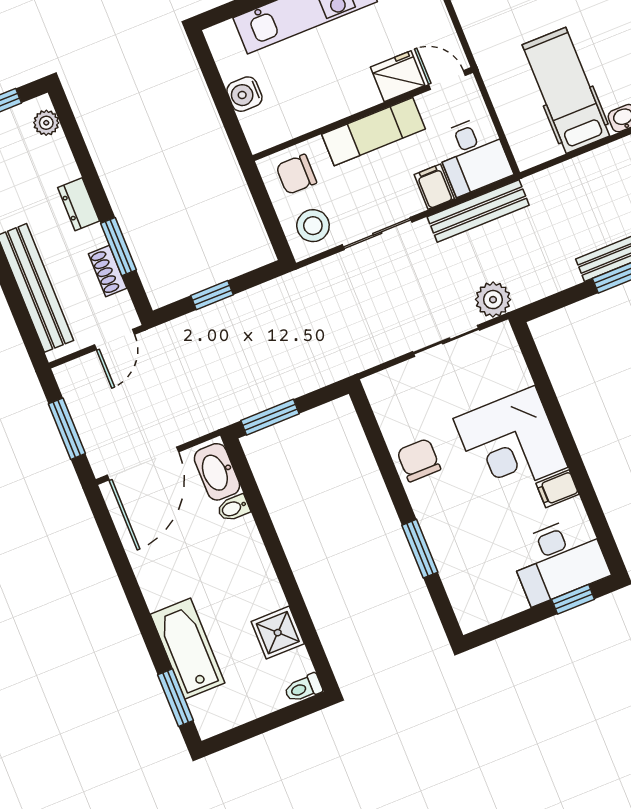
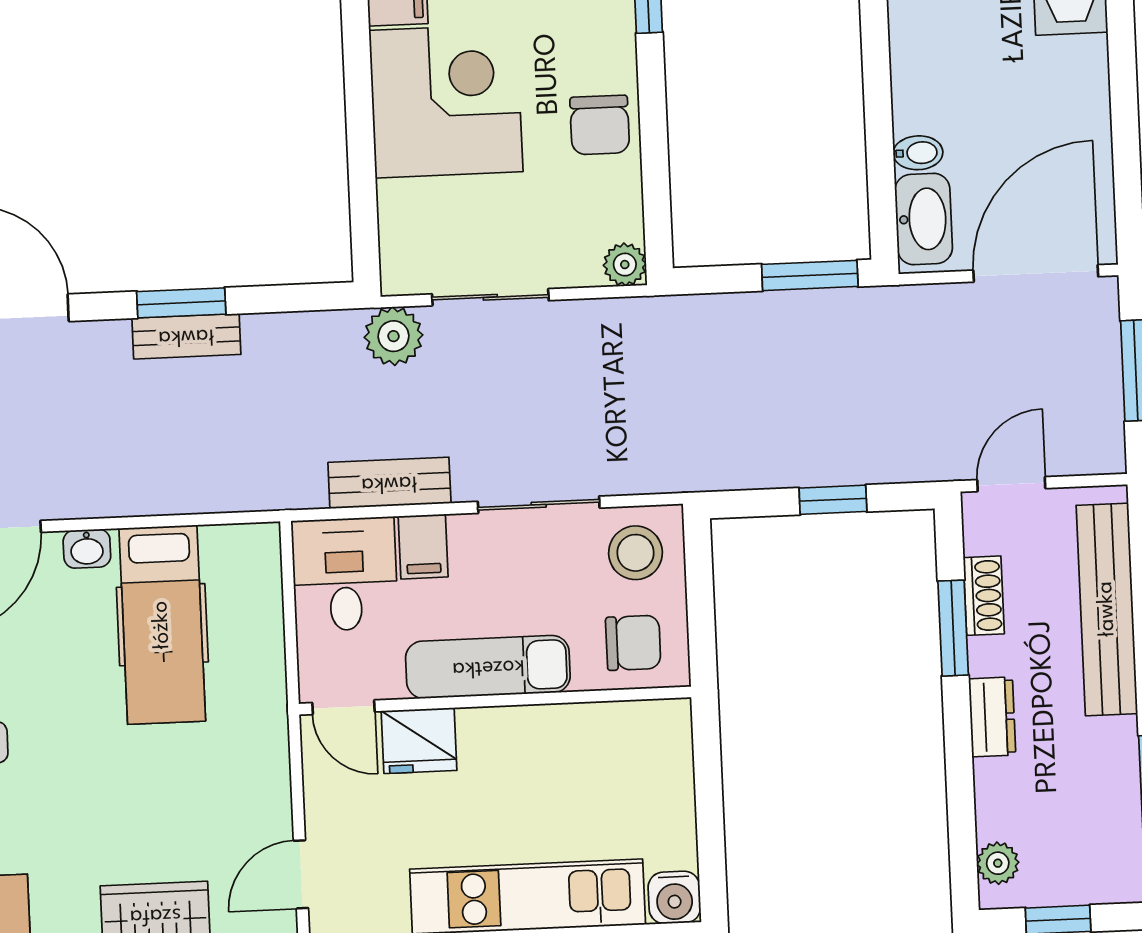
water cooler: (244, 94) -> (674, 897), moved, turned 90
bench: (478, 211) -> (389, 483), width x0.73
plant: (377, 386) -> (625, 265), added

